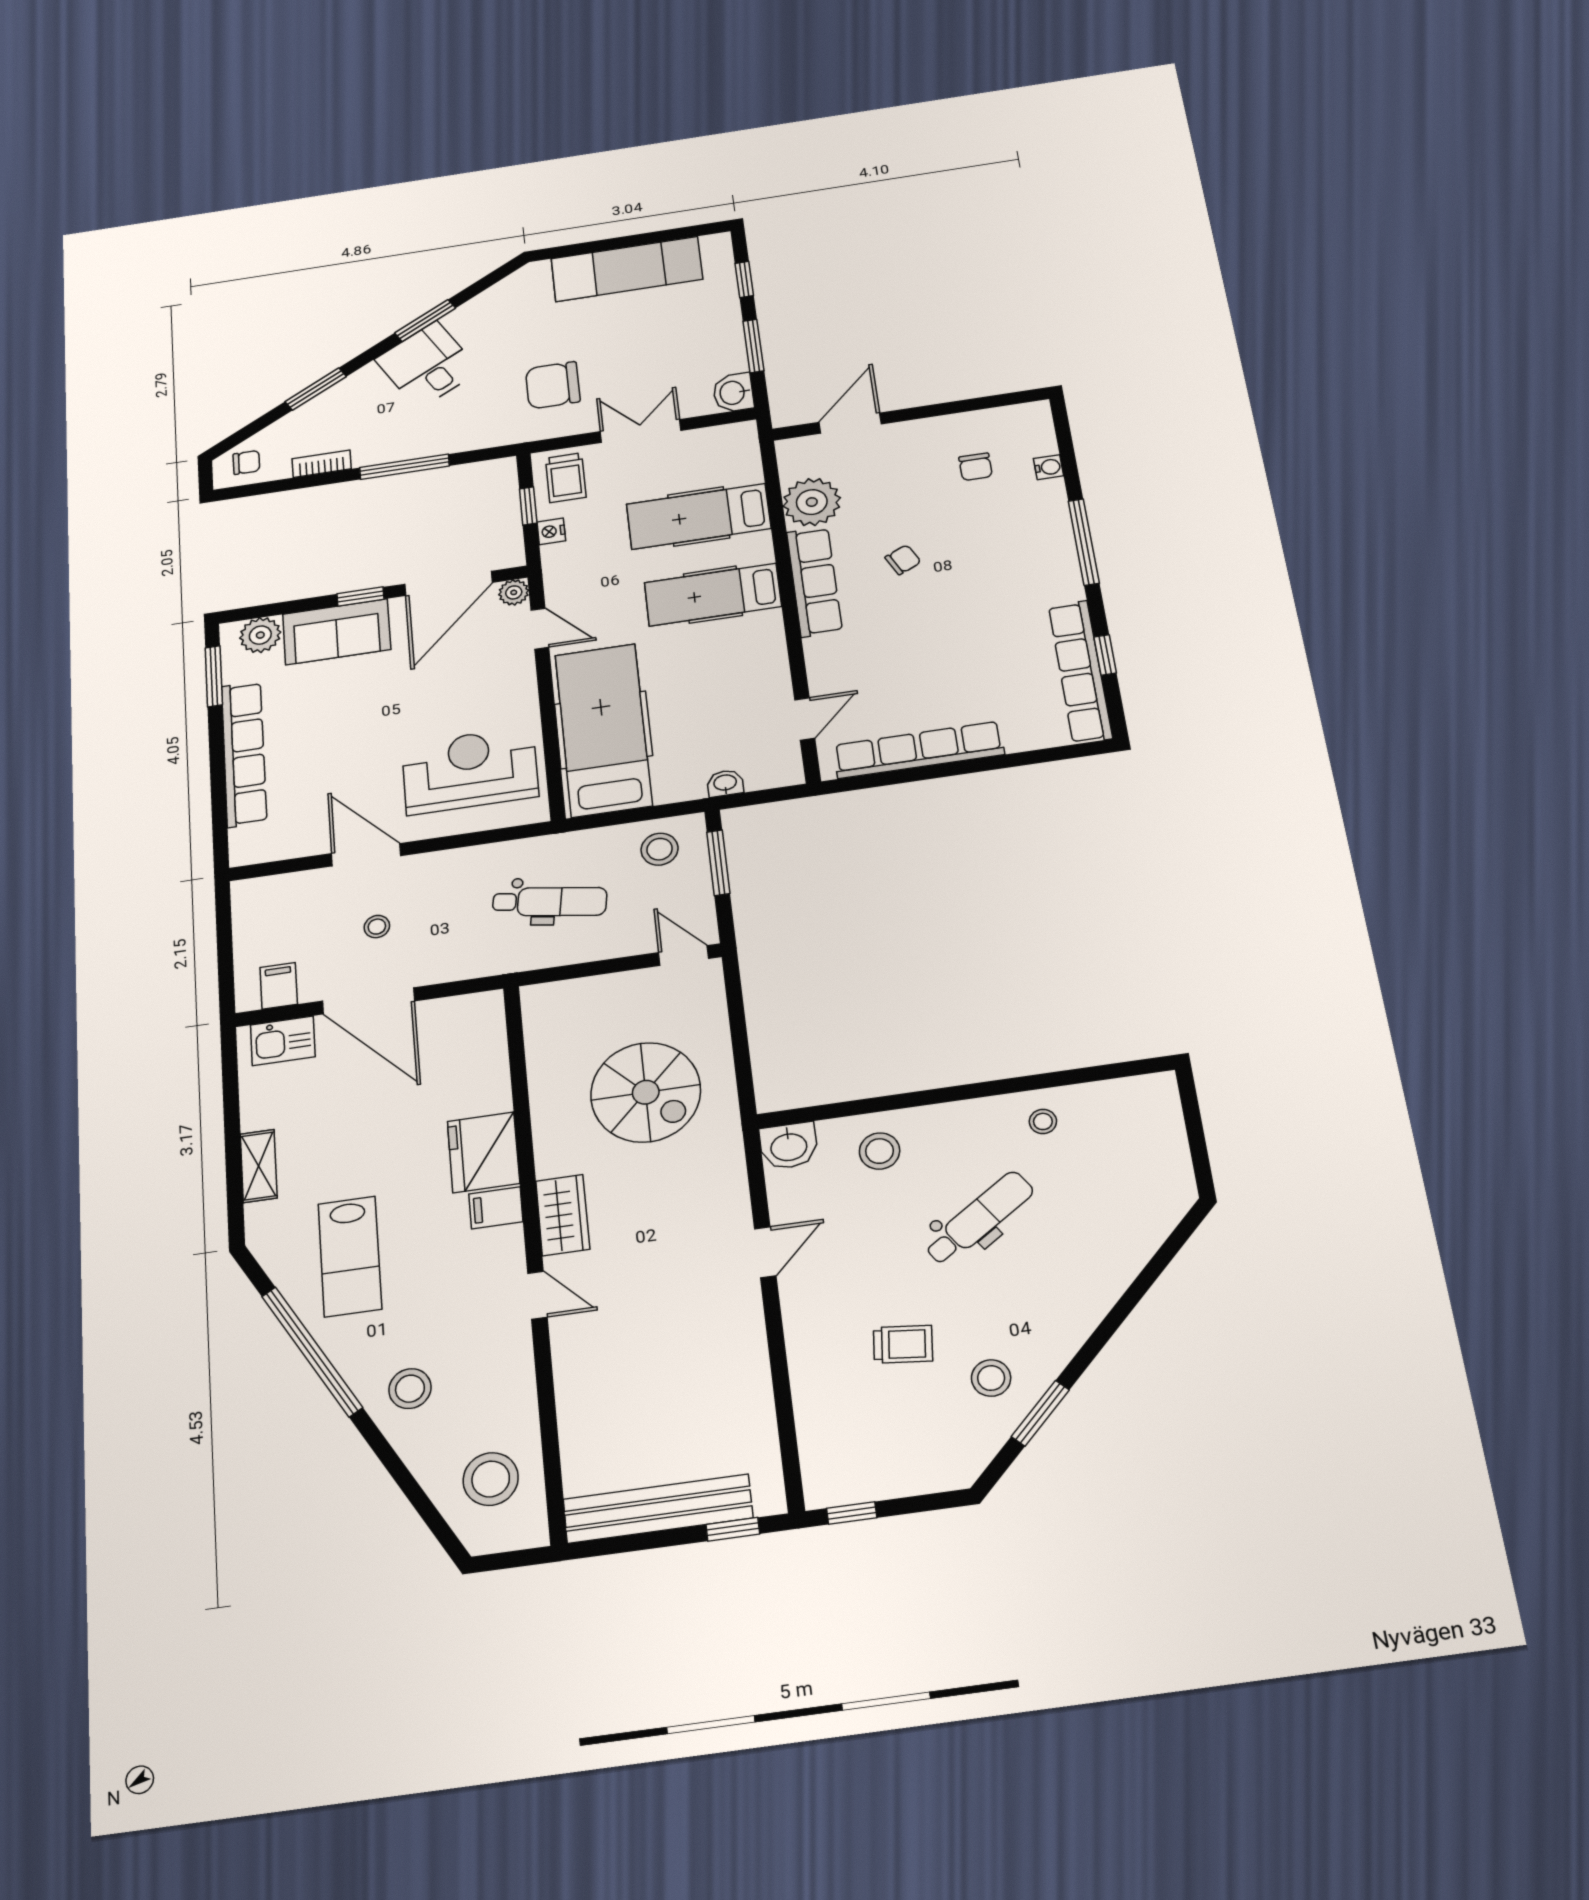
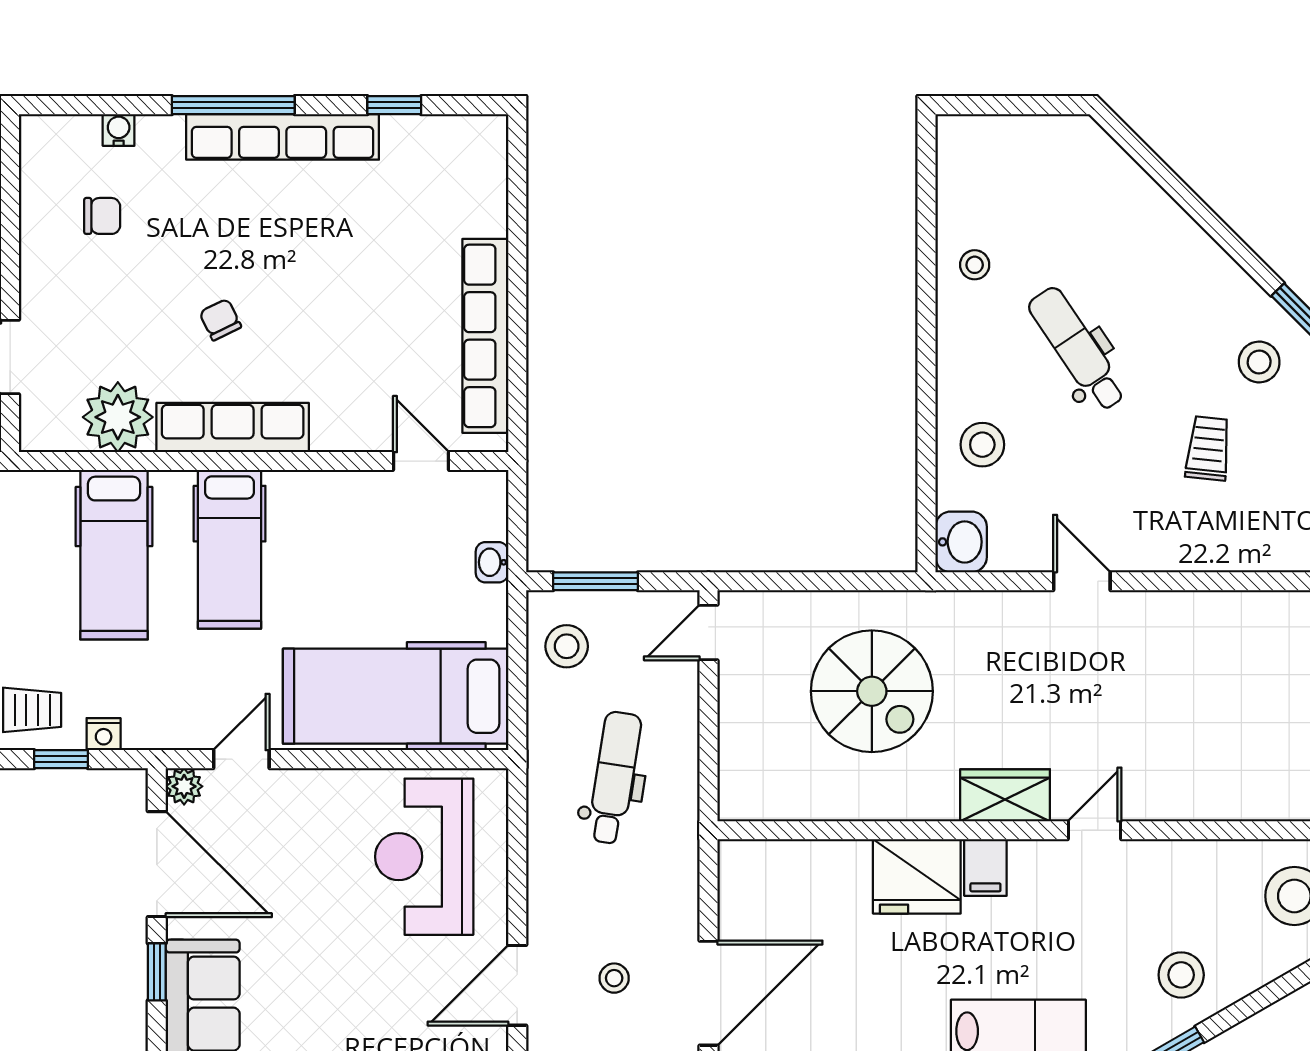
row of seats: (1080, 672) -> (283, 137), moved
spiral stairs: (646, 1092) -> (872, 691), turned 90

